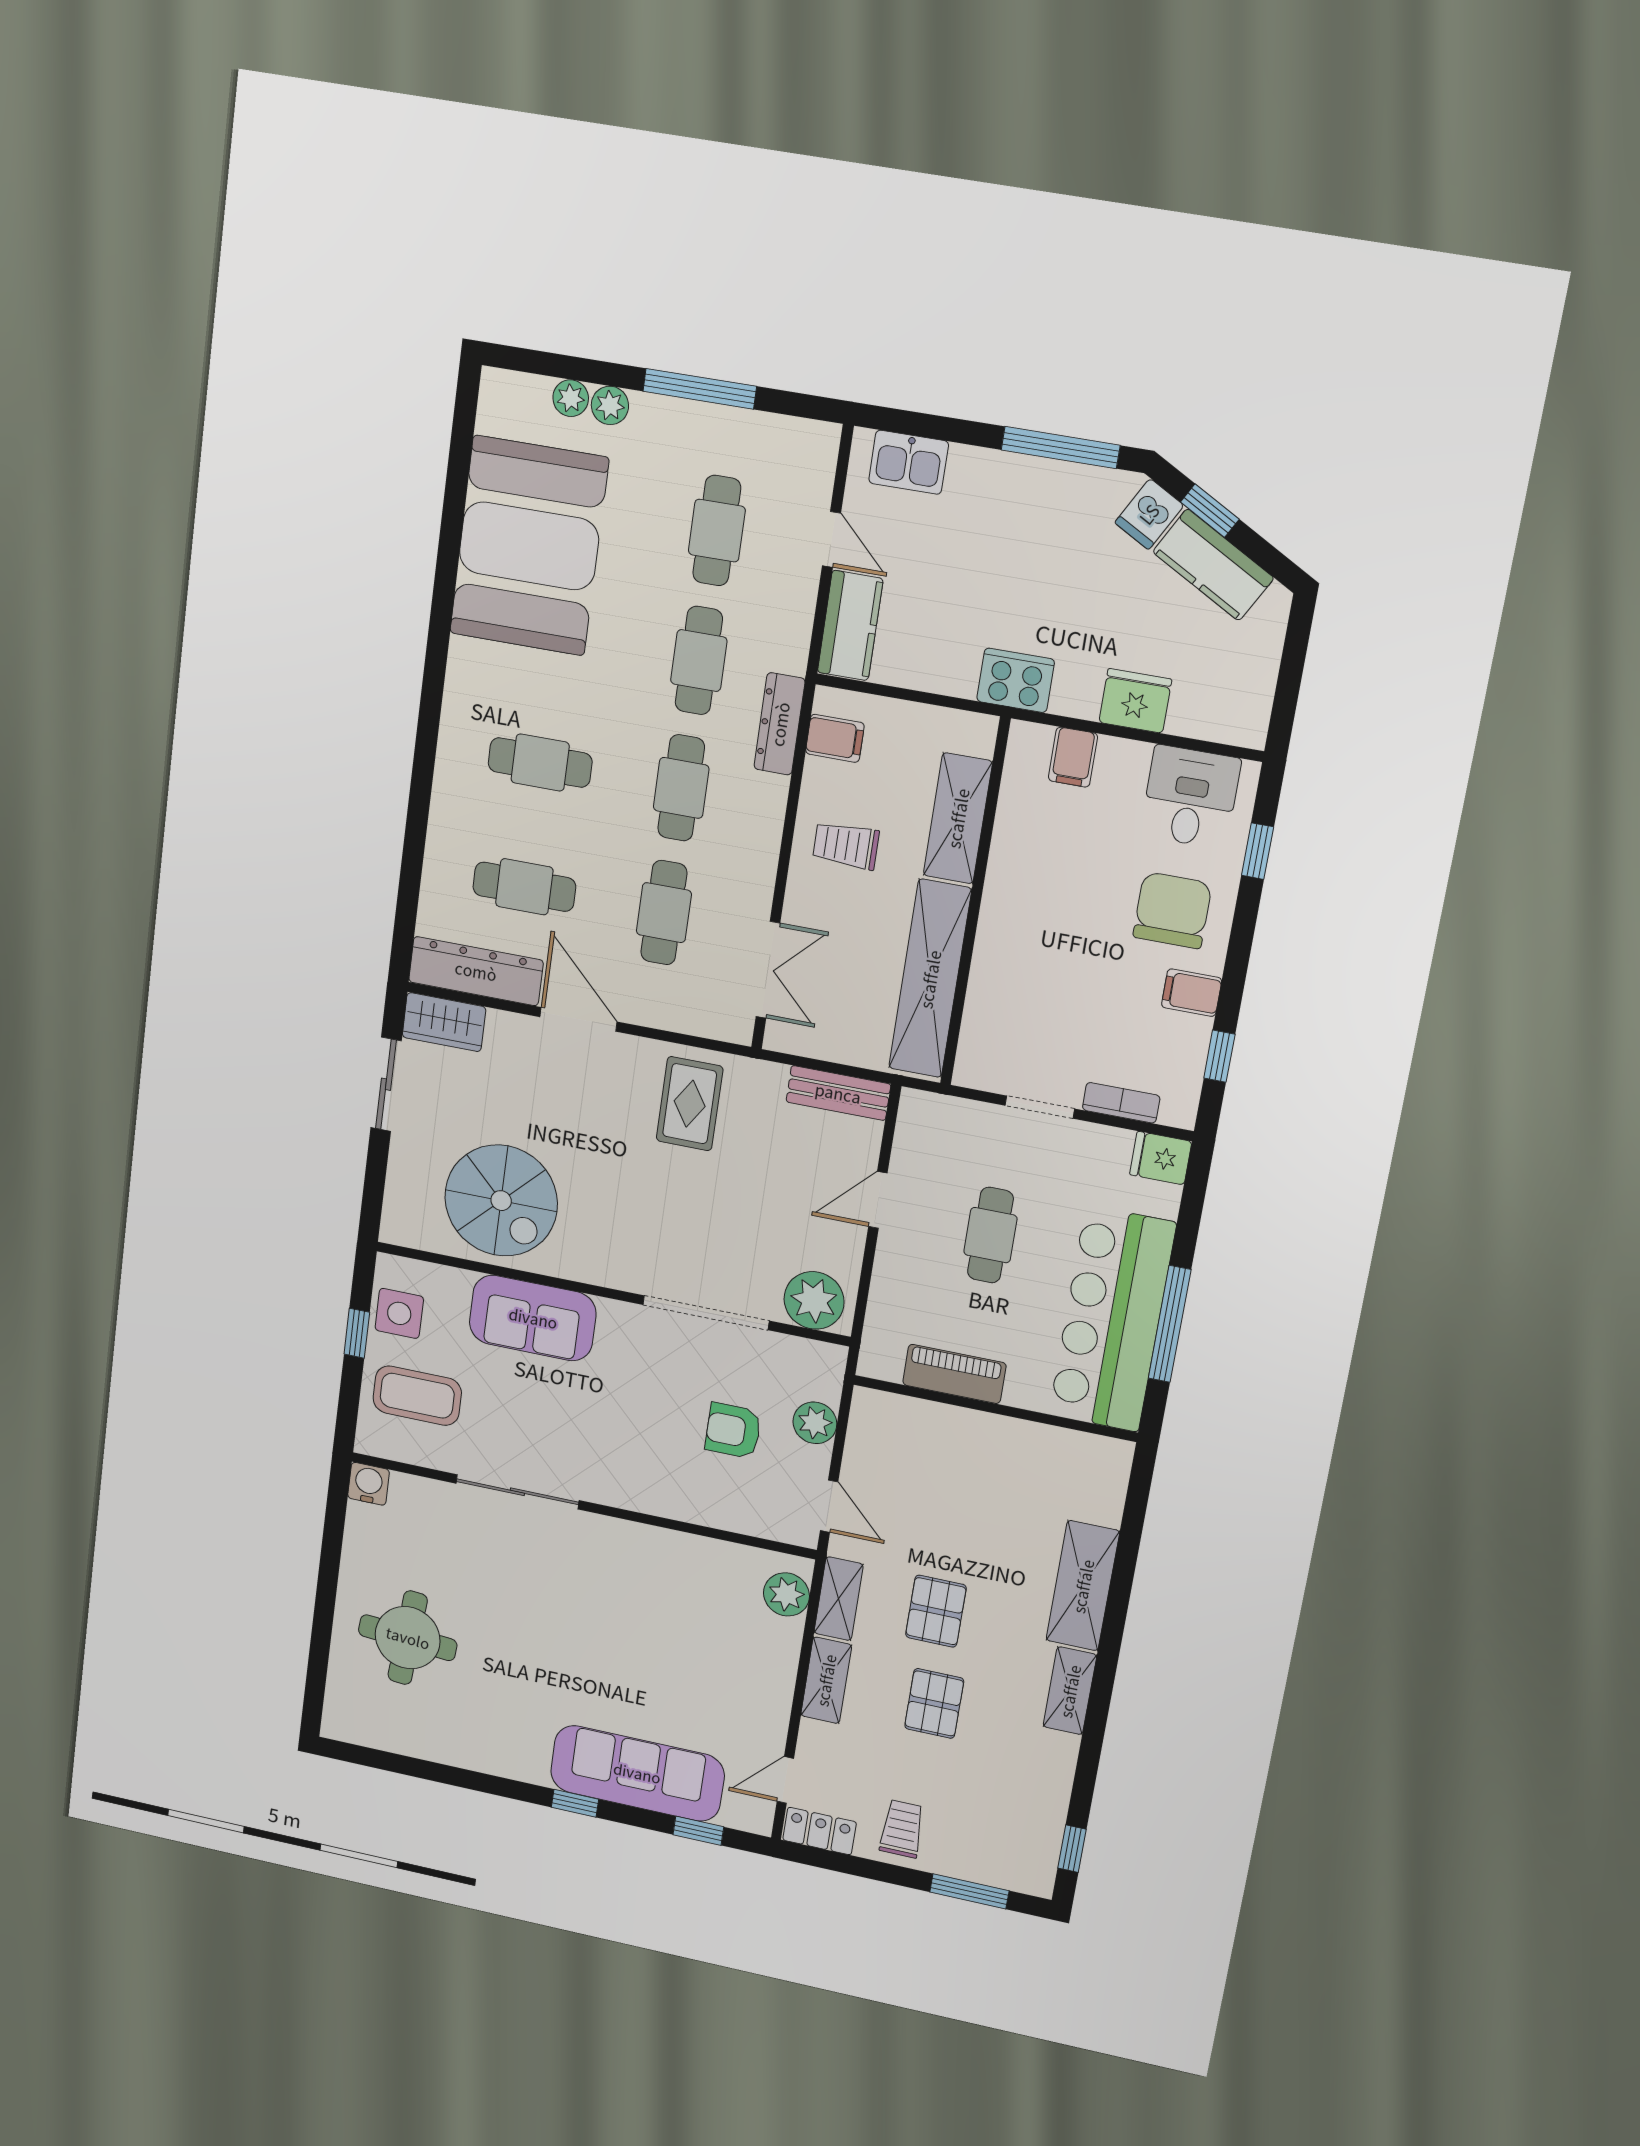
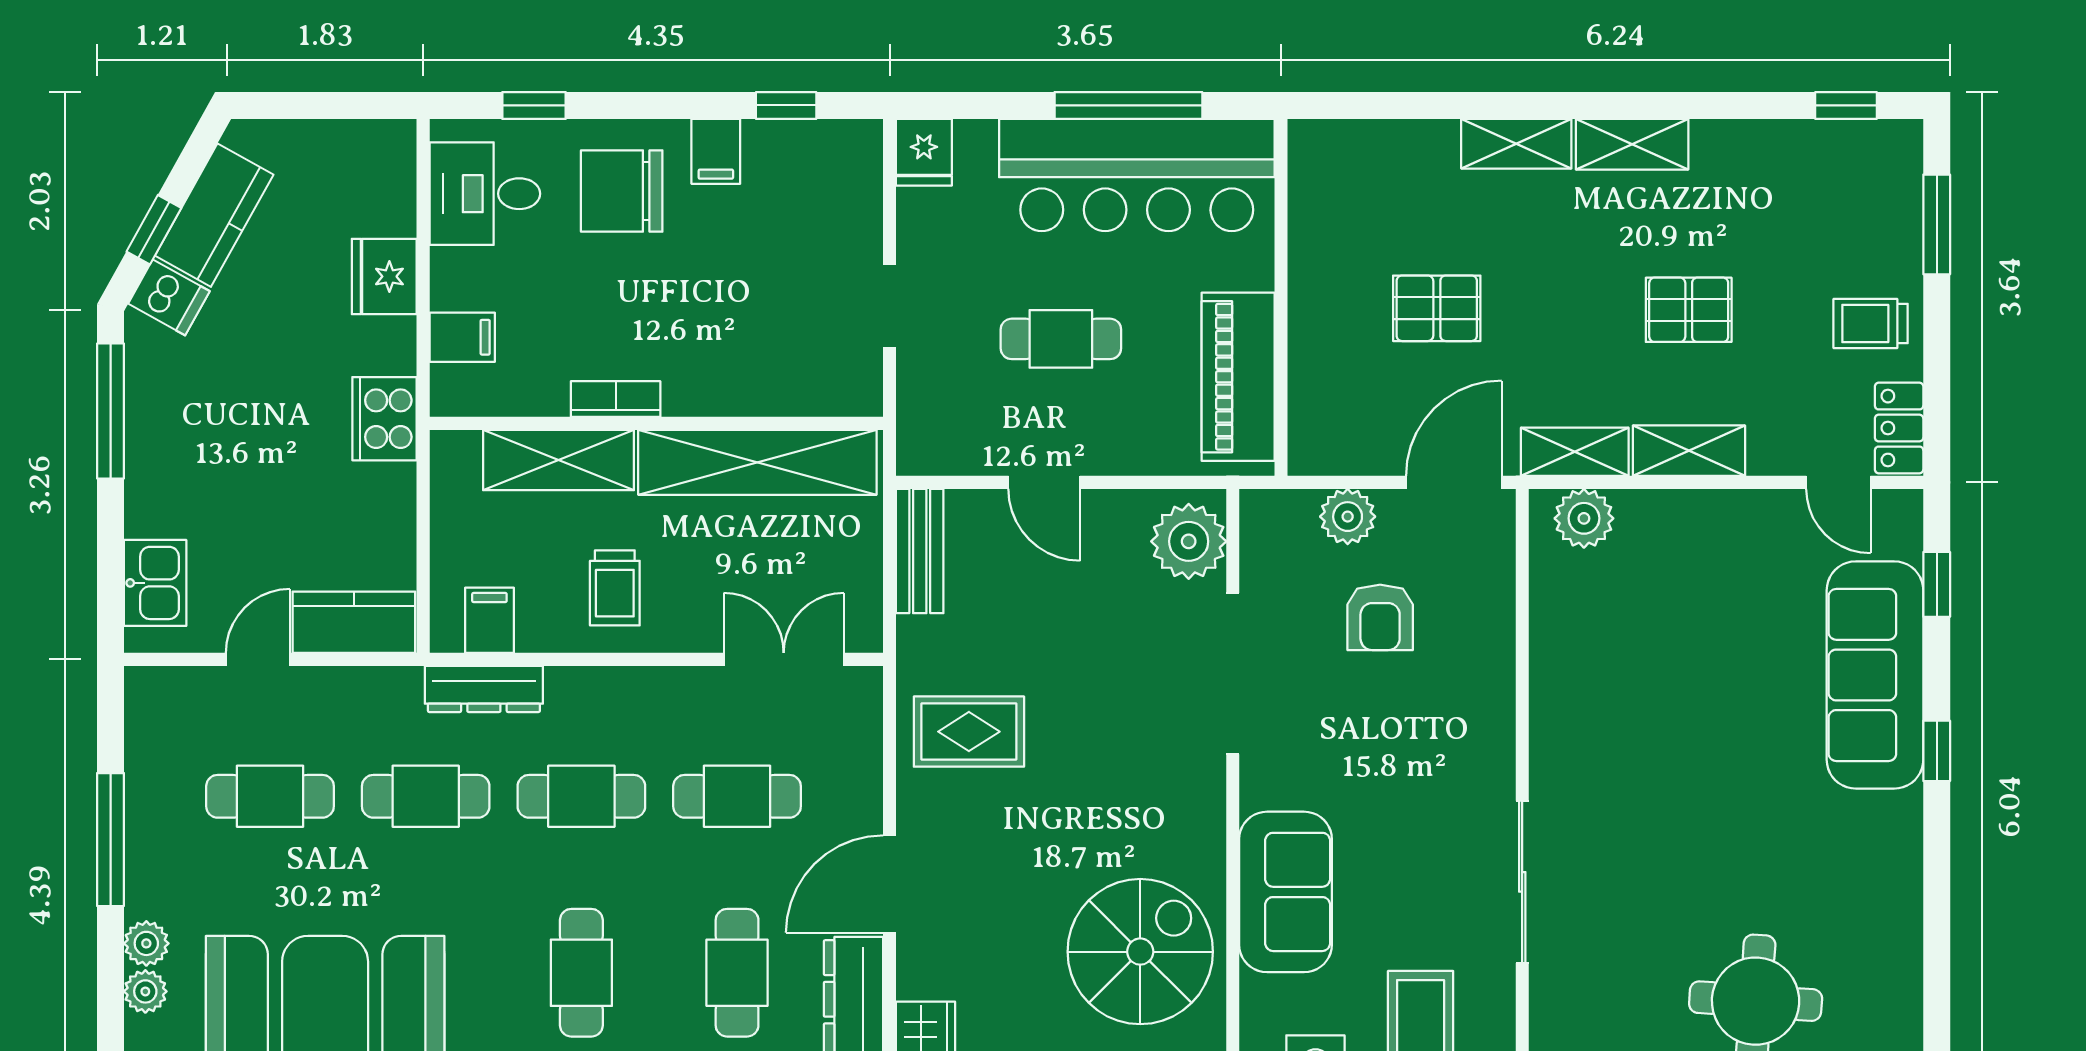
bookcase: (1121, 1103) -> (616, 399), moved, turned 90
piano: (954, 1374) -> (1238, 377), width x1.37, depth x1.33
door: (829, 1506) -> (1454, 482), width x1.38
shelving: (1083, 1586) -> (1516, 144), width x0.67, depth x0.75
pallet: (936, 1611) -> (1437, 308), moved

